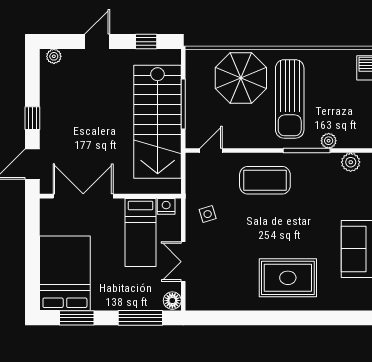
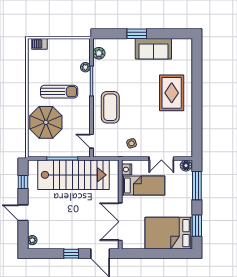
sun lounger: (290, 99) -> (59, 92), width x0.73, depth x0.75

